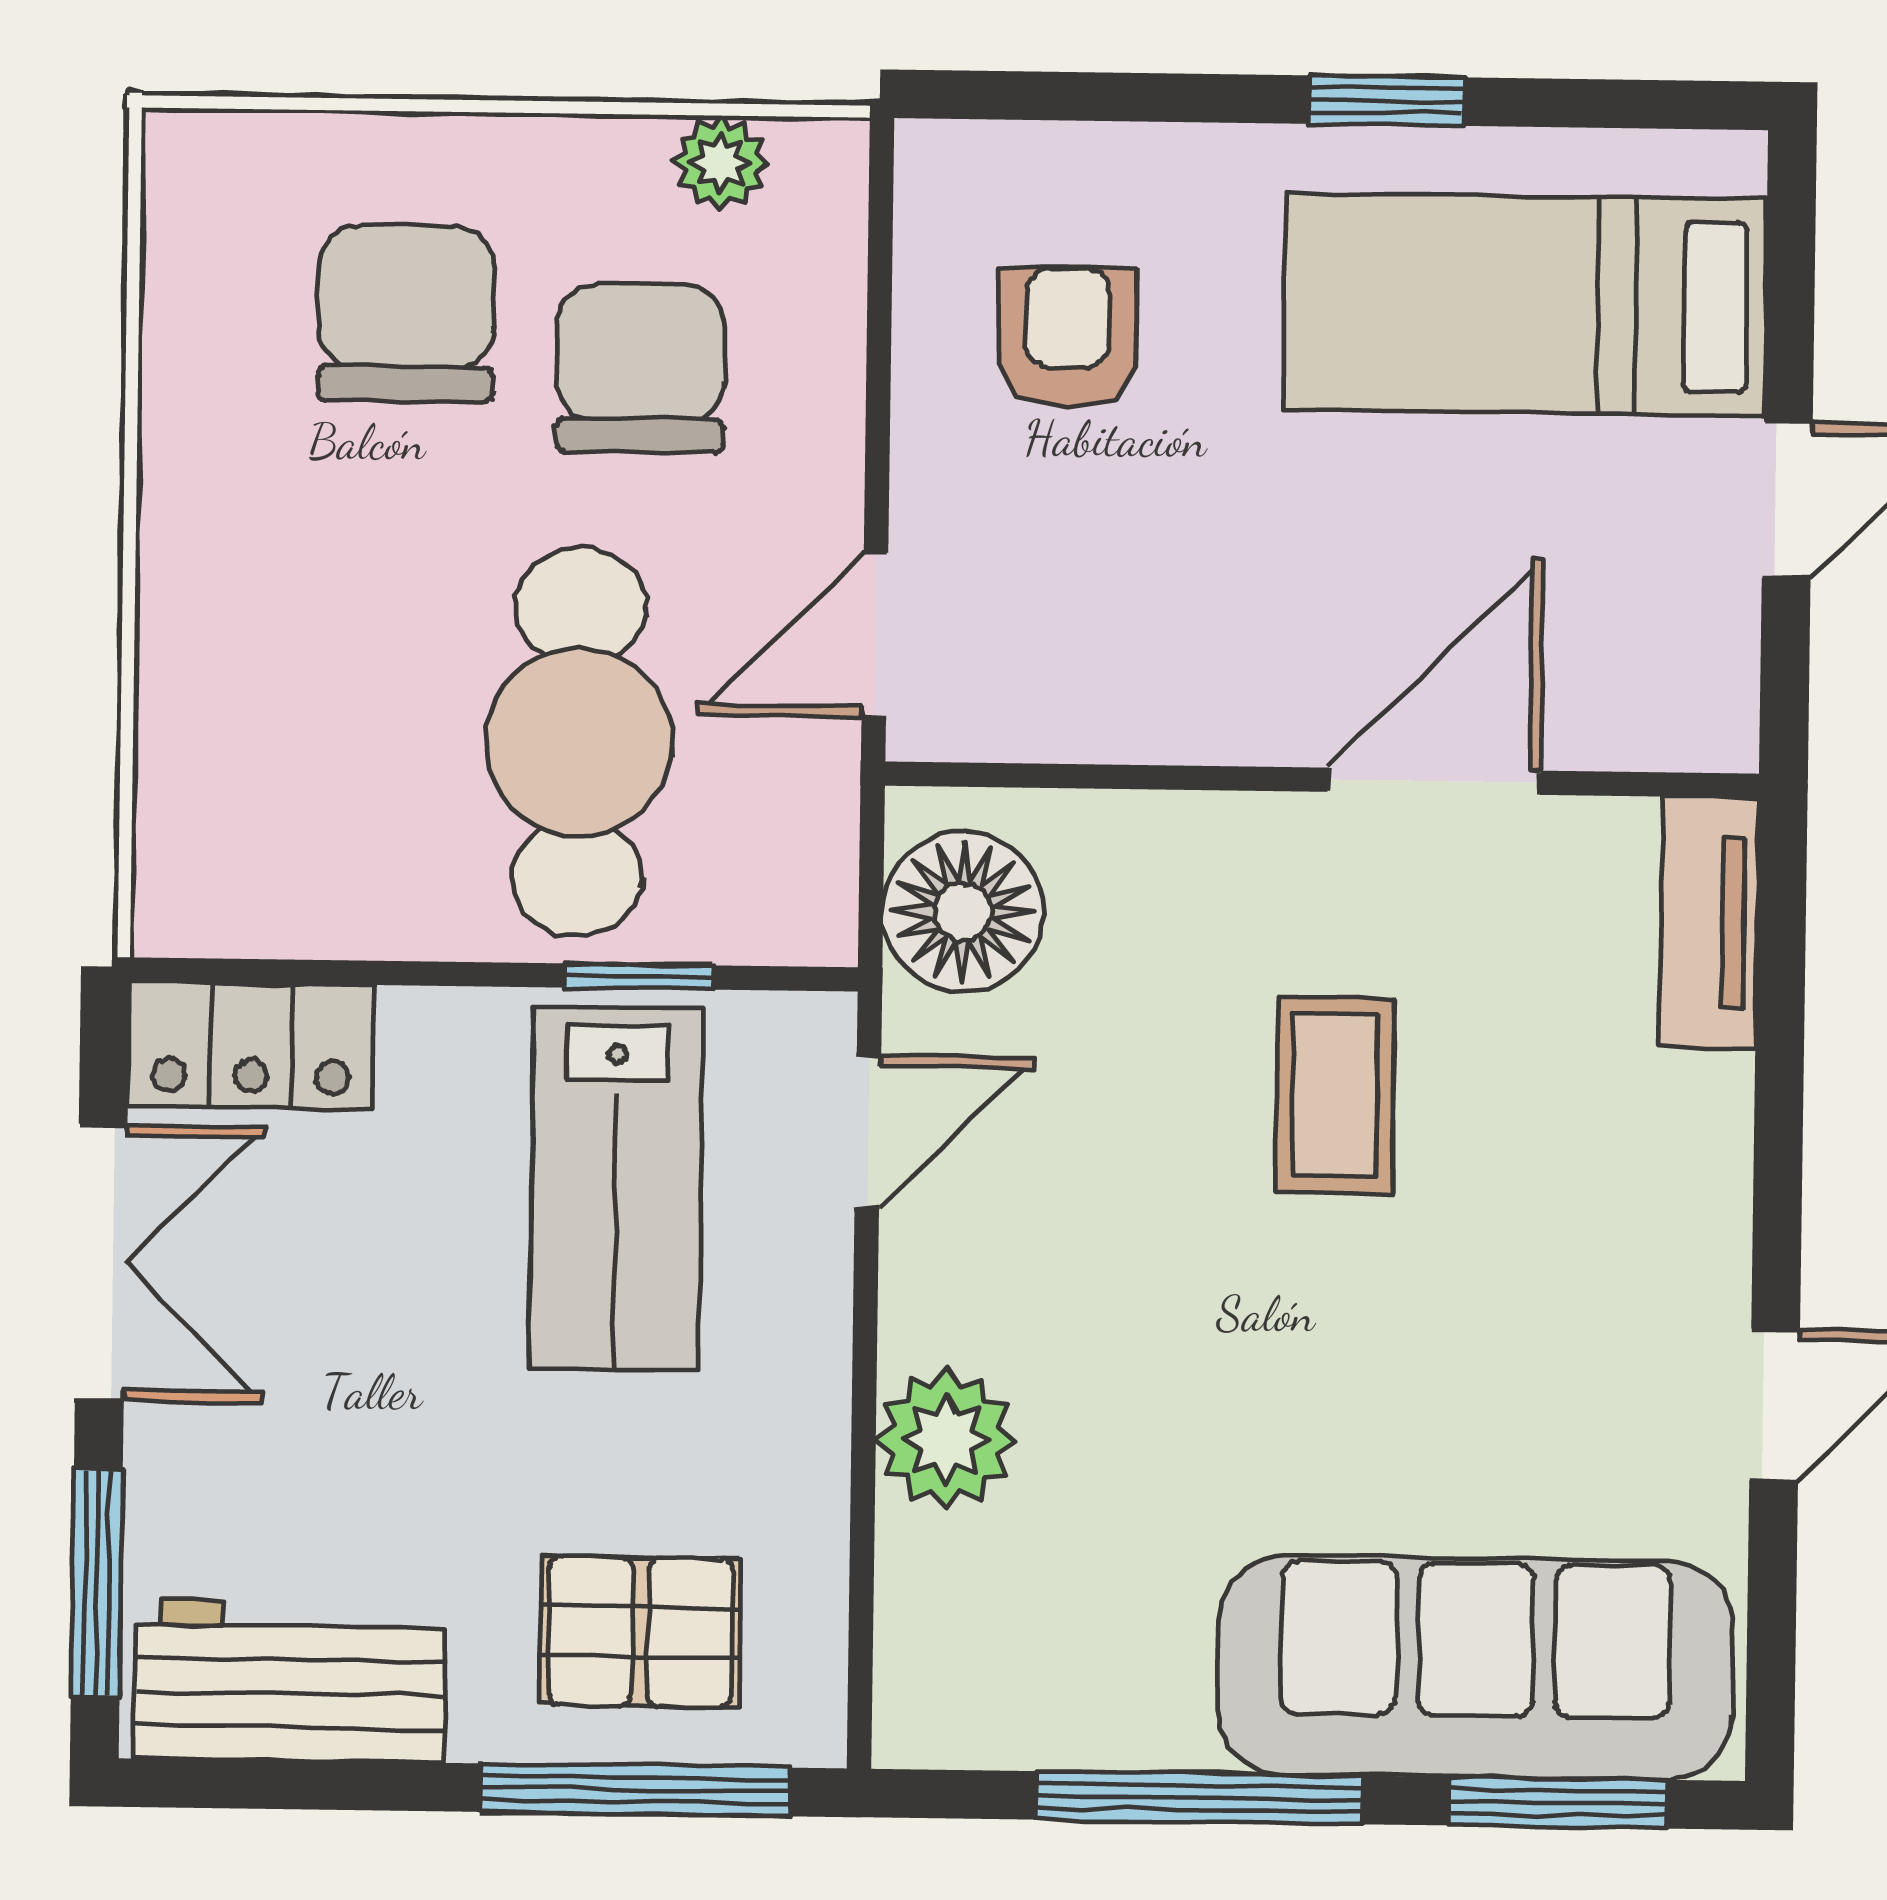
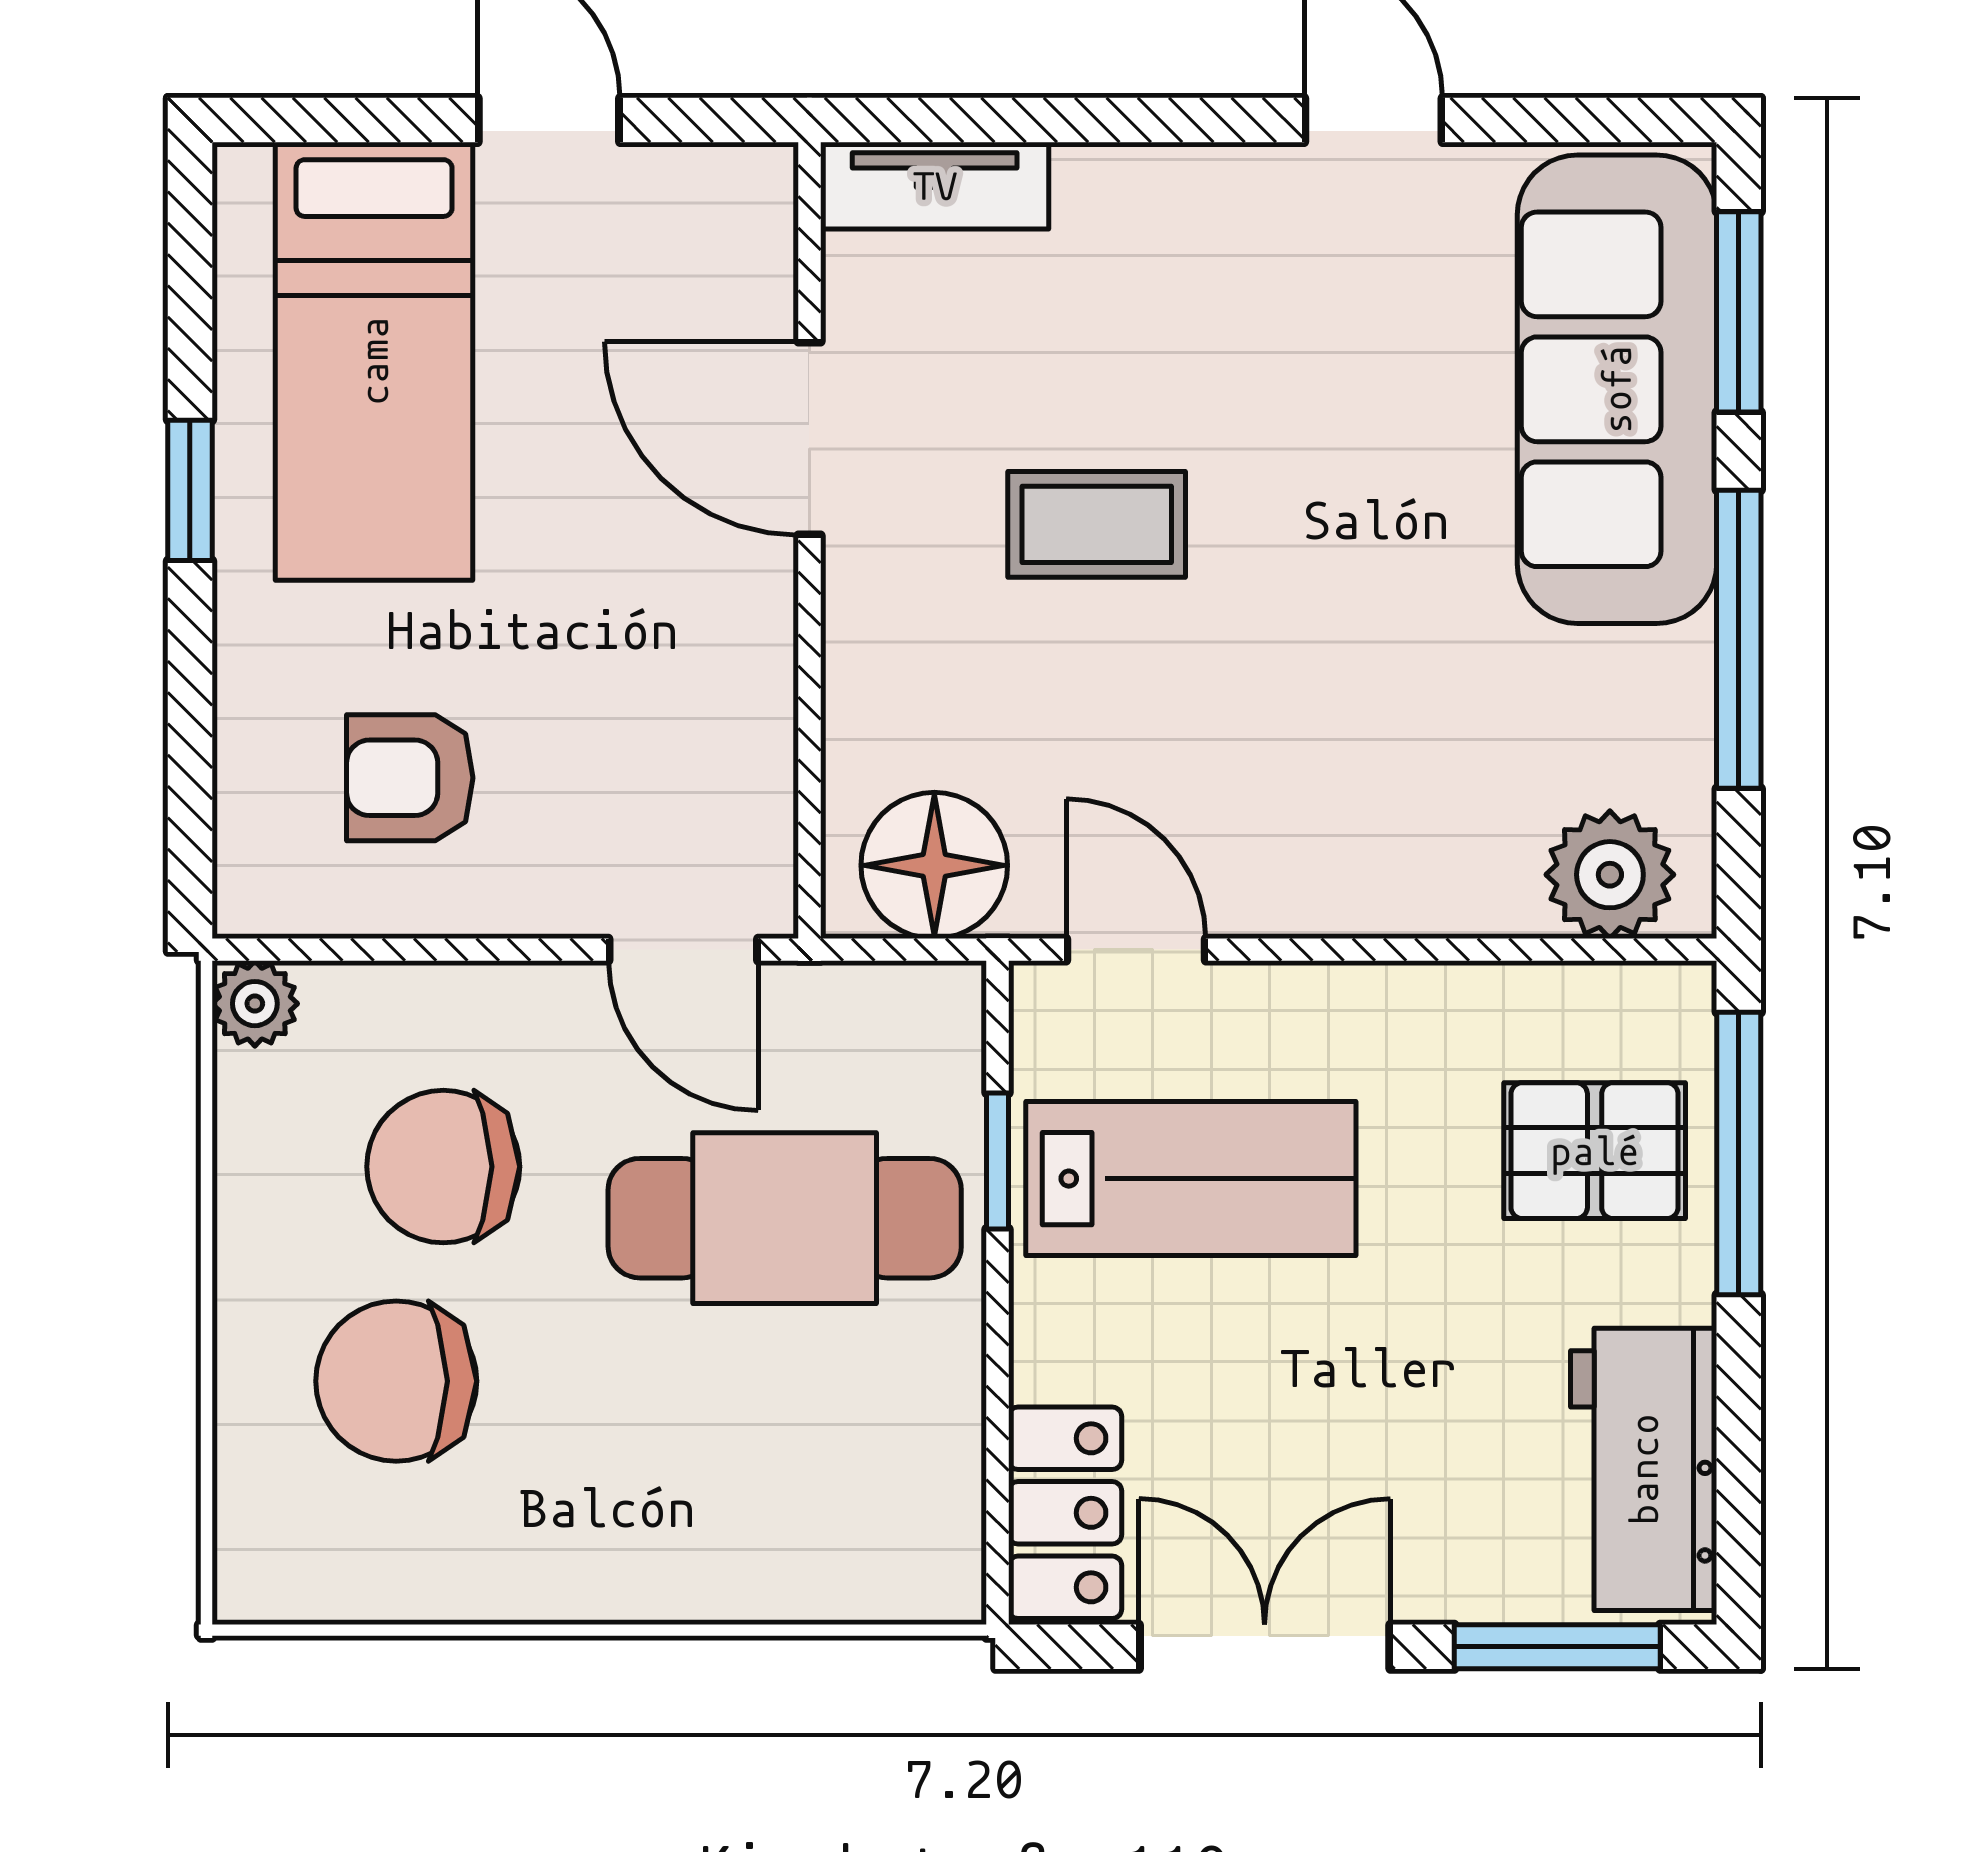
plant: (721, 163) -> (255, 1004), moved
plant: (946, 1440) -> (1610, 875), moved
pallet: (640, 1632) -> (1595, 1151), turned 90

